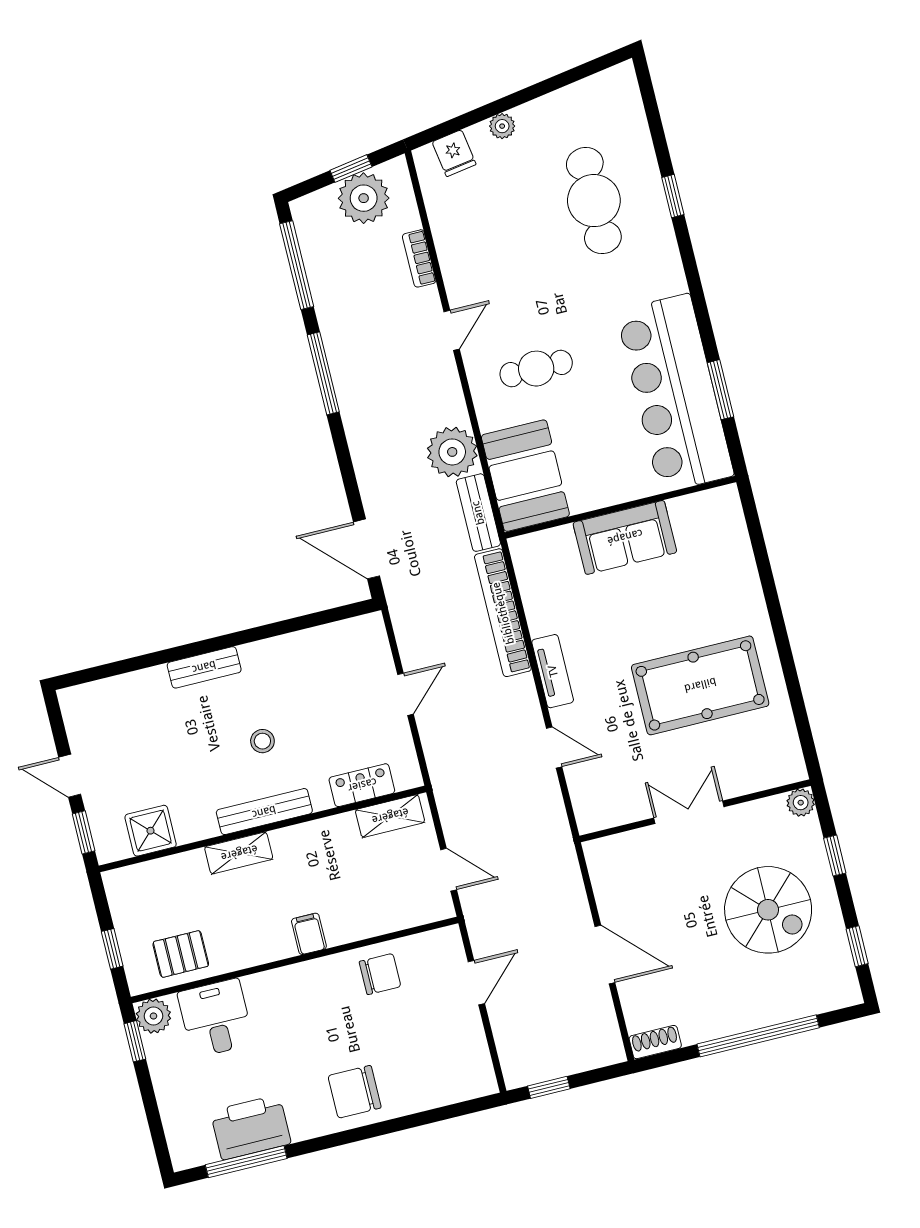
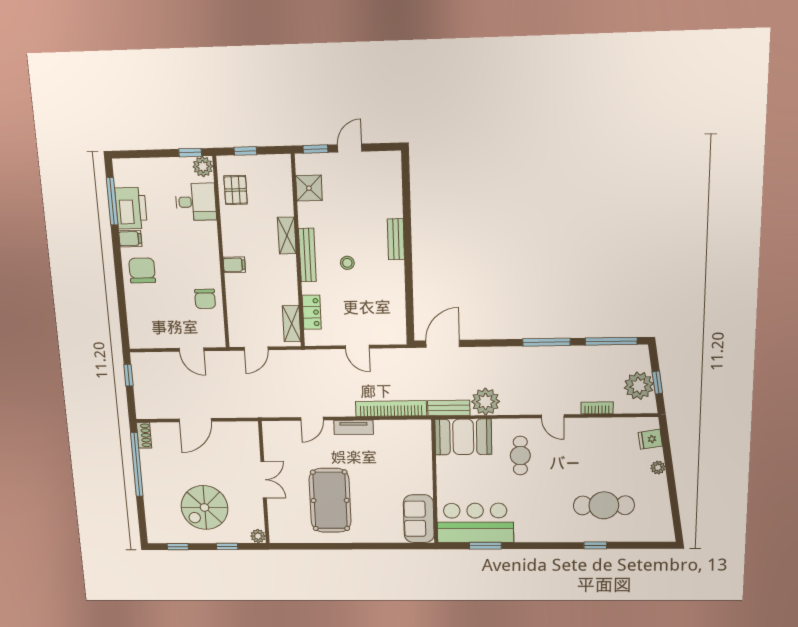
bar counter: (675, 393) -> (475, 523), width x0.73
sofa: (625, 537) -> (419, 519), moved
window: (758, 1036) -> (137, 465), moved
filing cabinet: (304, 1121) -> (130, 239), added

